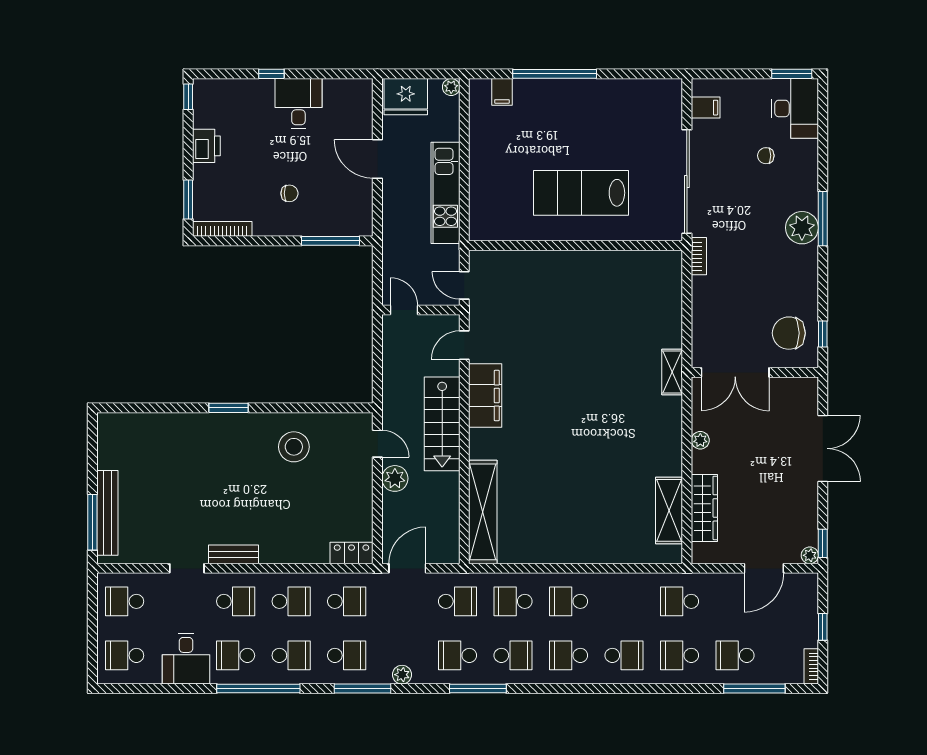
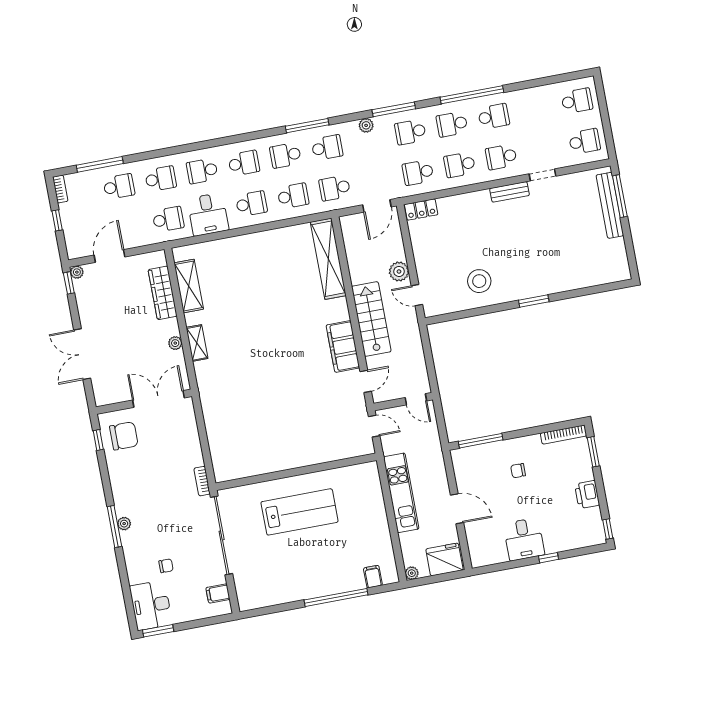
plant: (802, 228) -> (124, 524), width x0.53, depth x0.53
shelving: (672, 372) -> (197, 343), moved
desk: (186, 659) -> (208, 214), moved, turned 180

